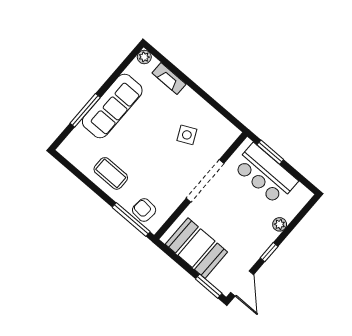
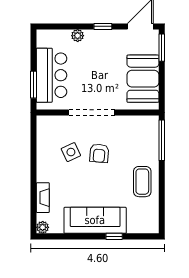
window: (85, 110) -> (114, 236), width x0.46
armchair: (144, 210) -> (99, 153), moved

